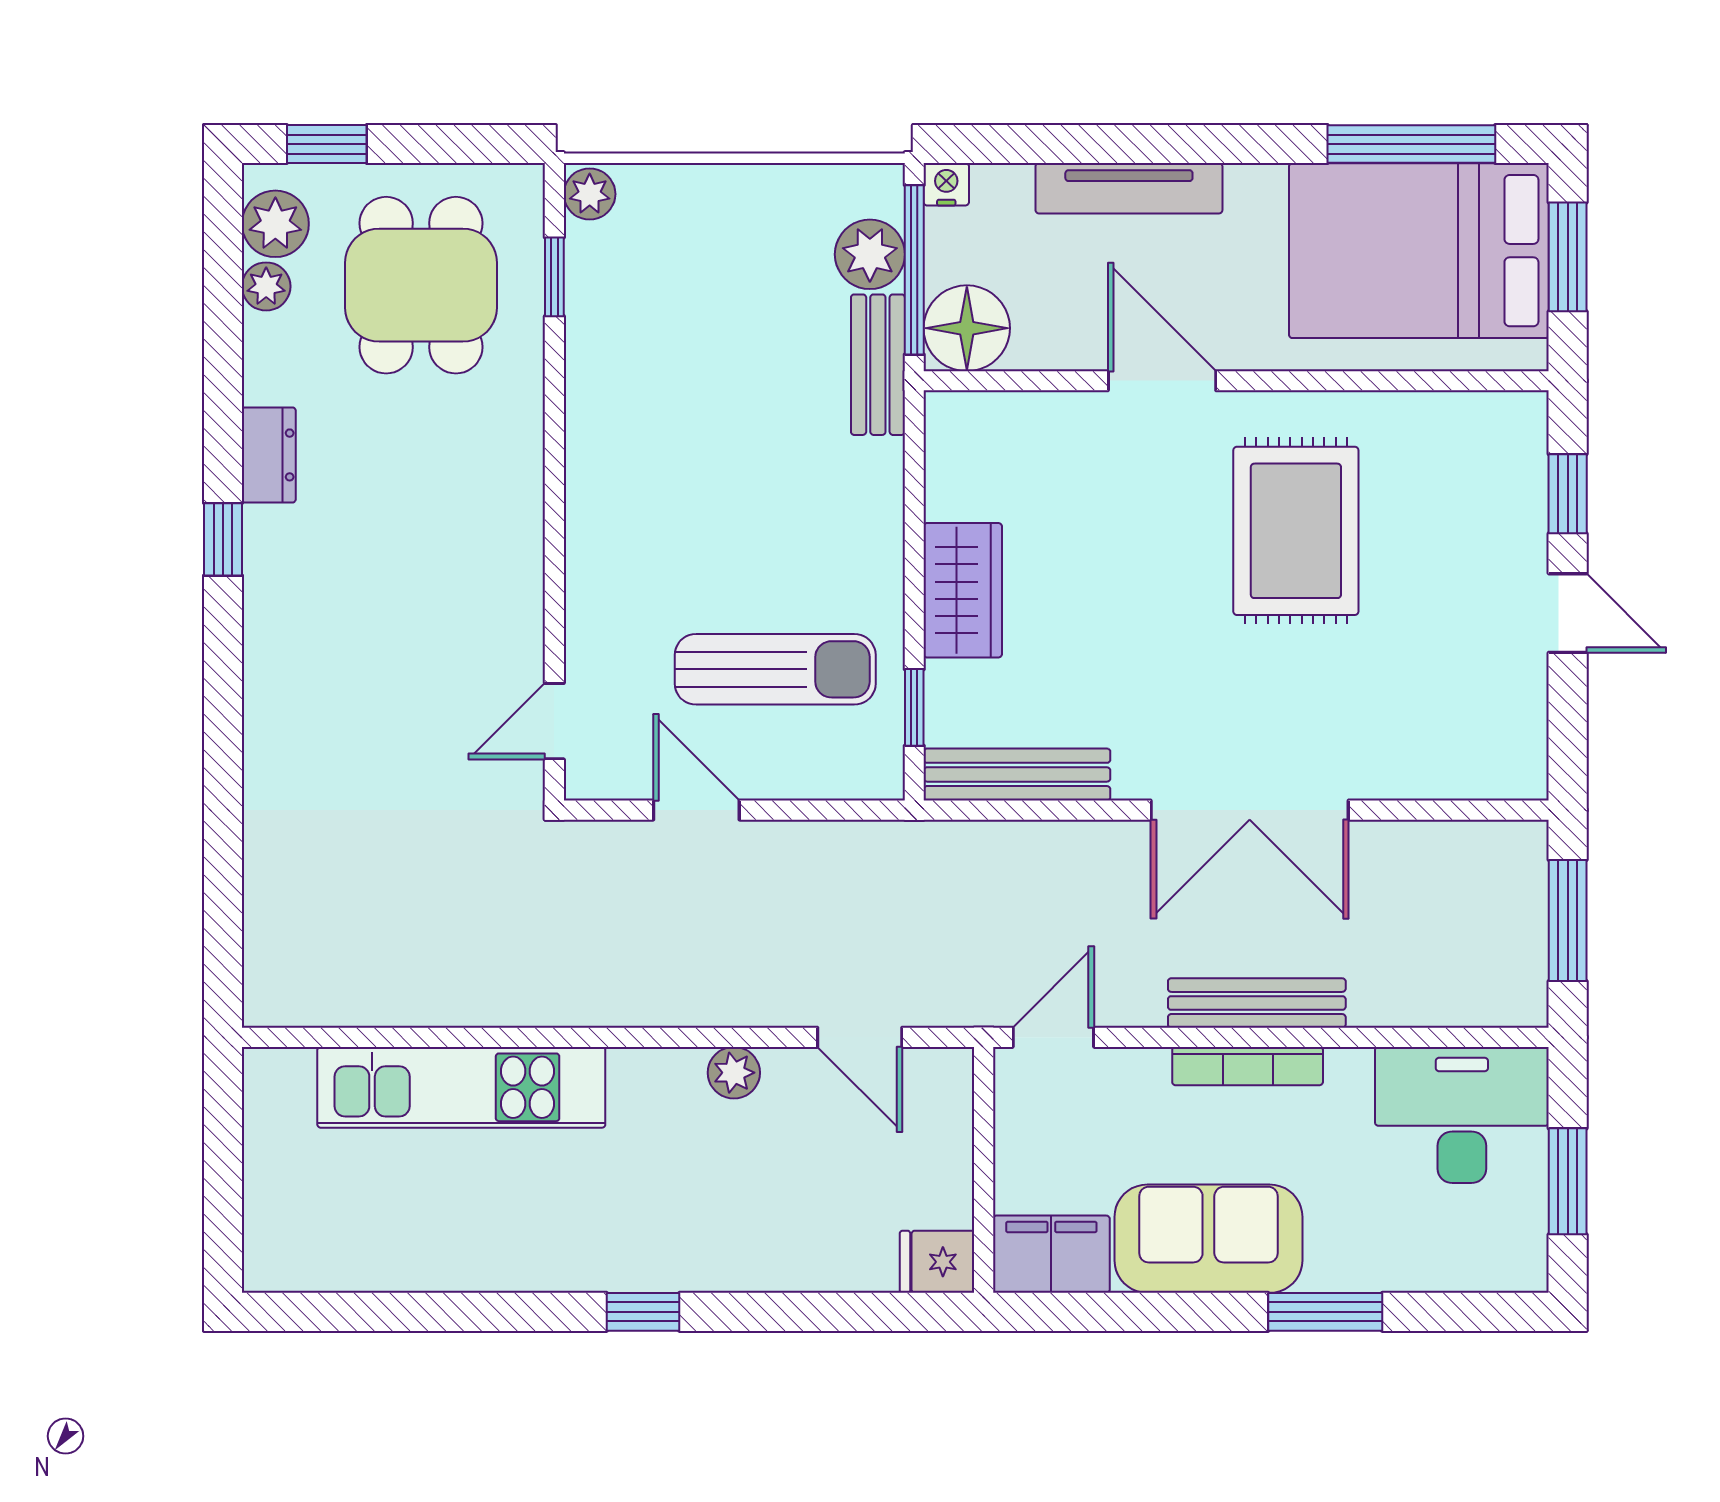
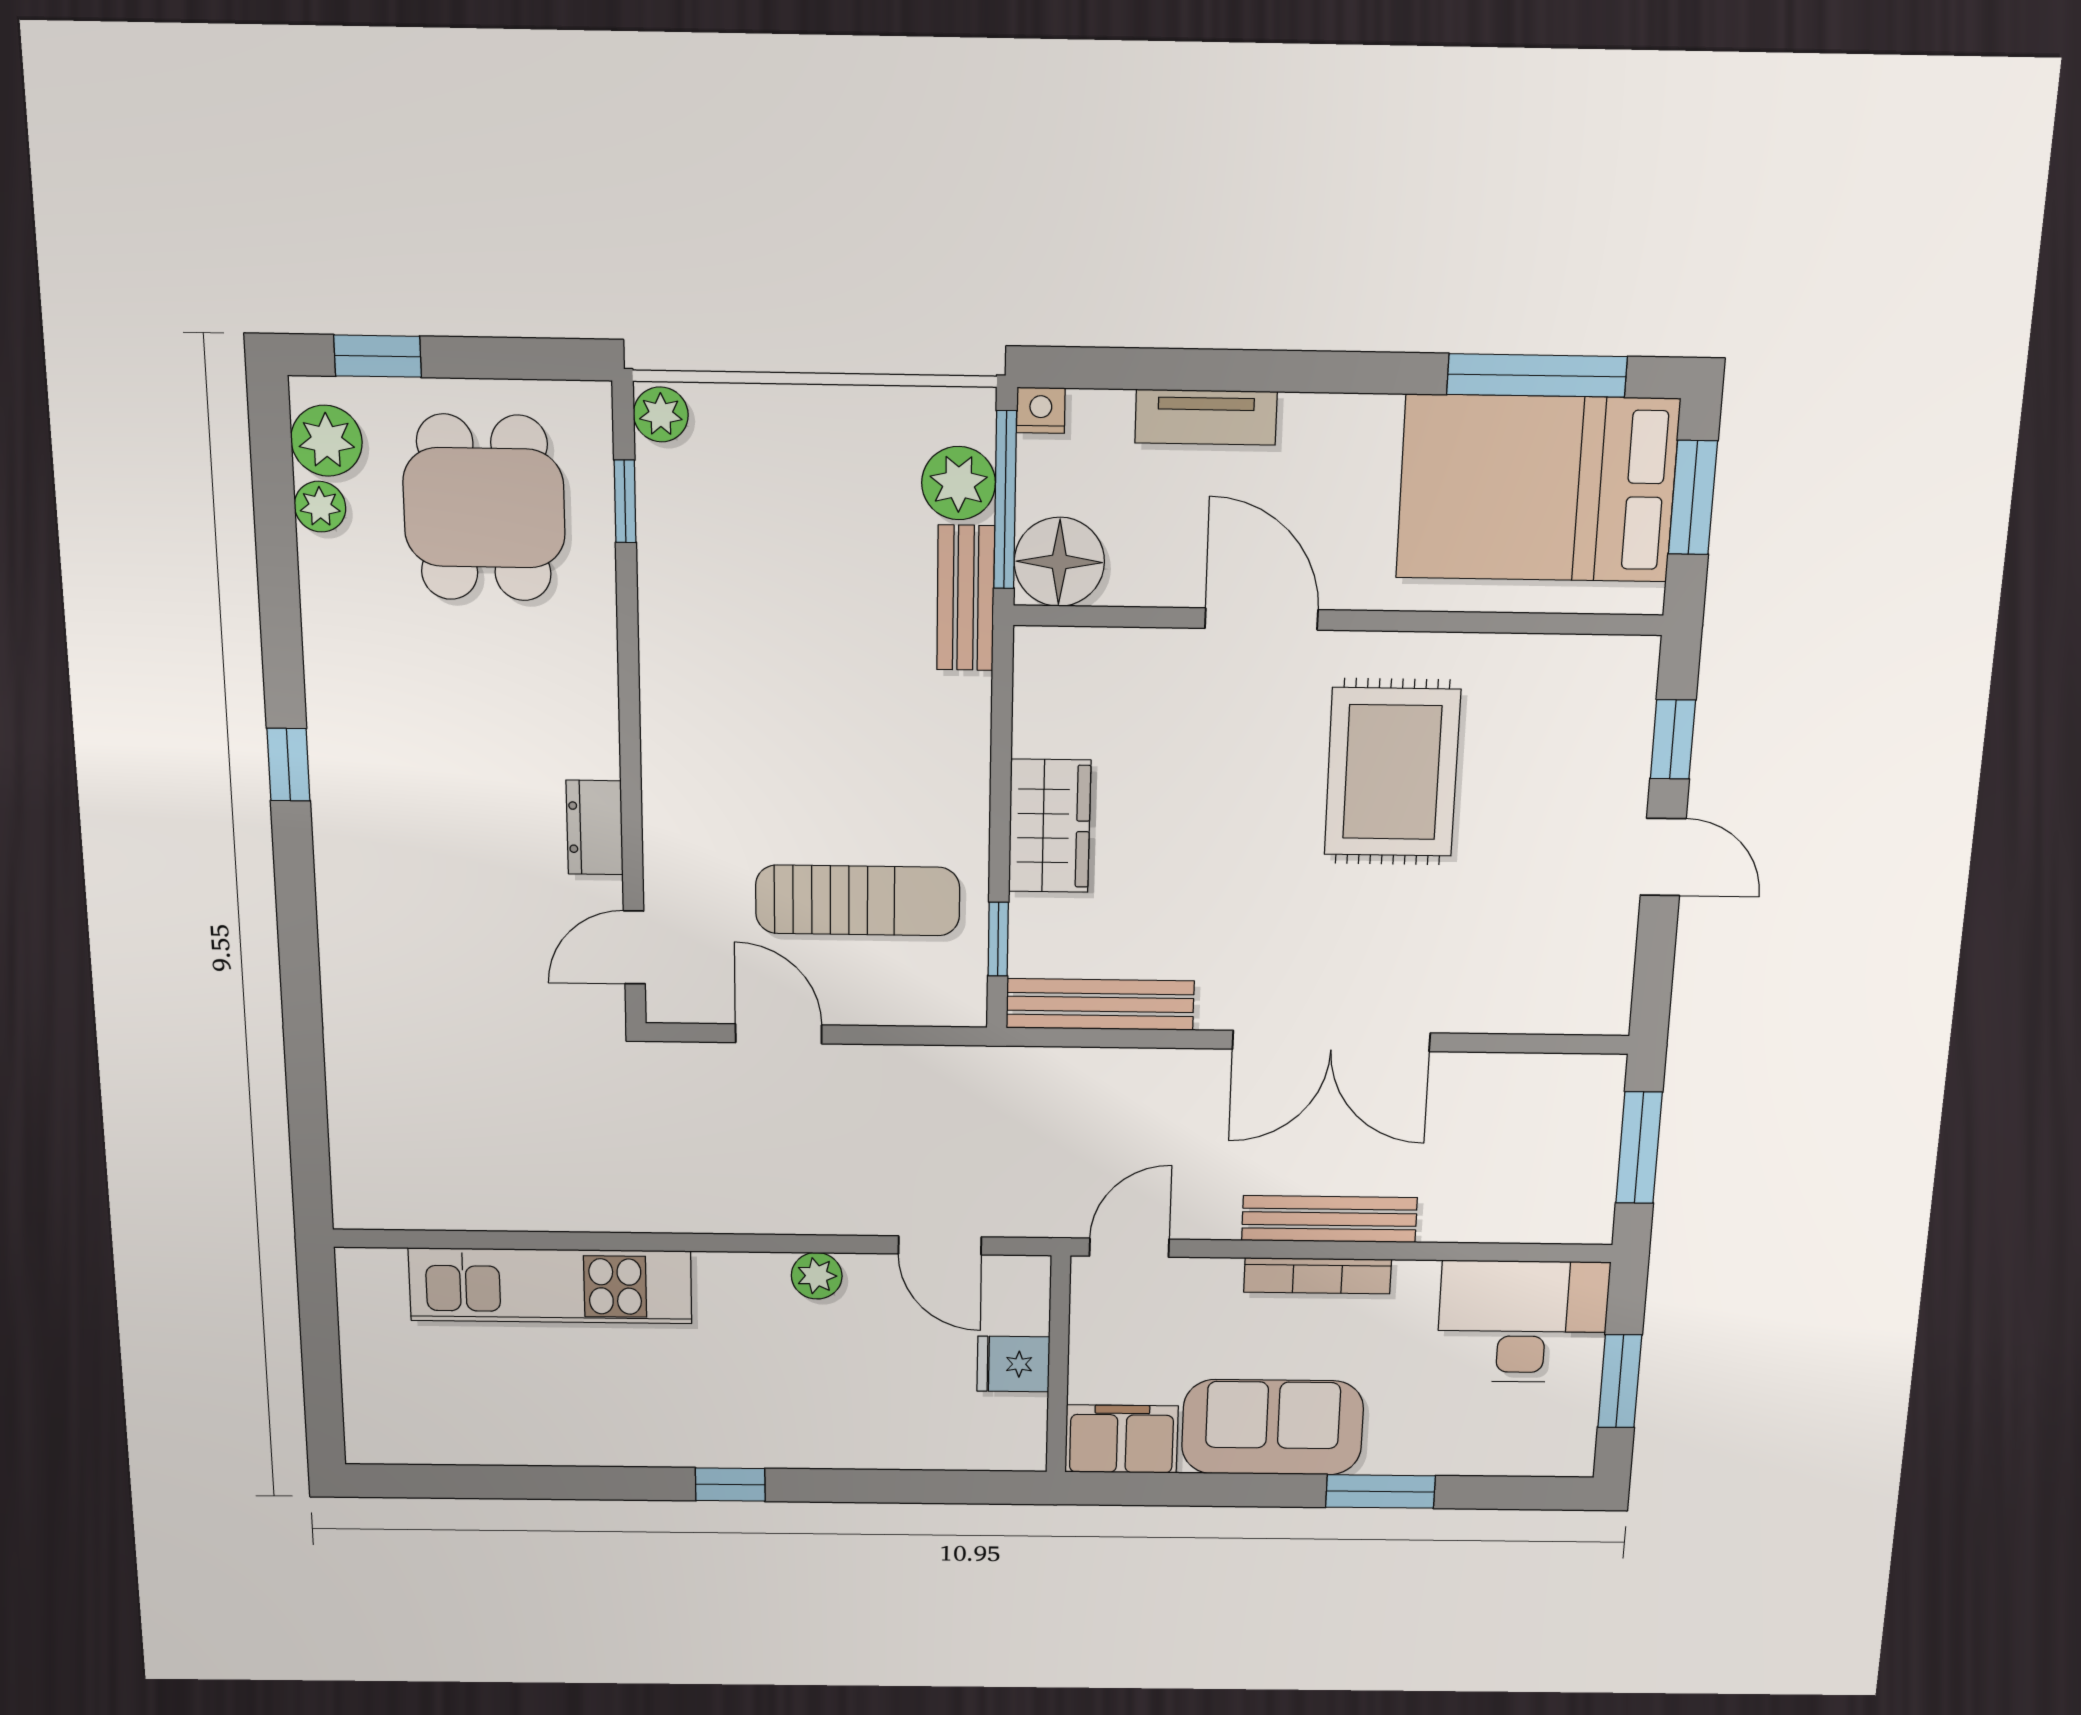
tv unit: (1129, 188) -> (1206, 417), width x0.71
dresser: (269, 455) -> (595, 827), moved, turned 180
fridge: (937, 1262) -> (1013, 1364), moved

